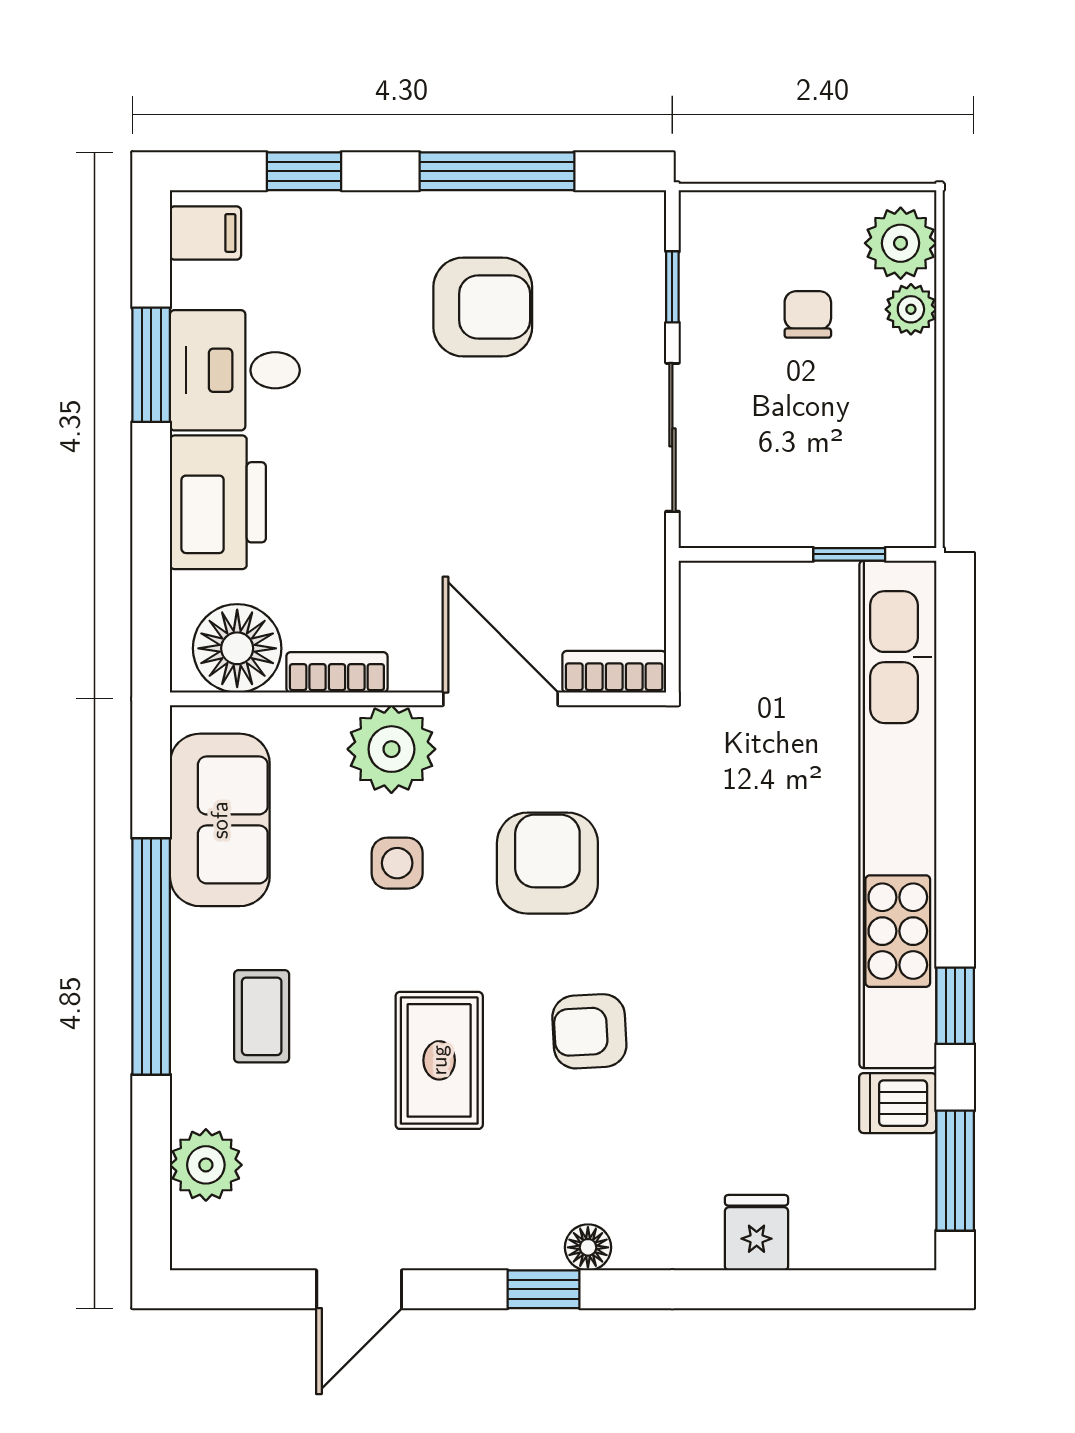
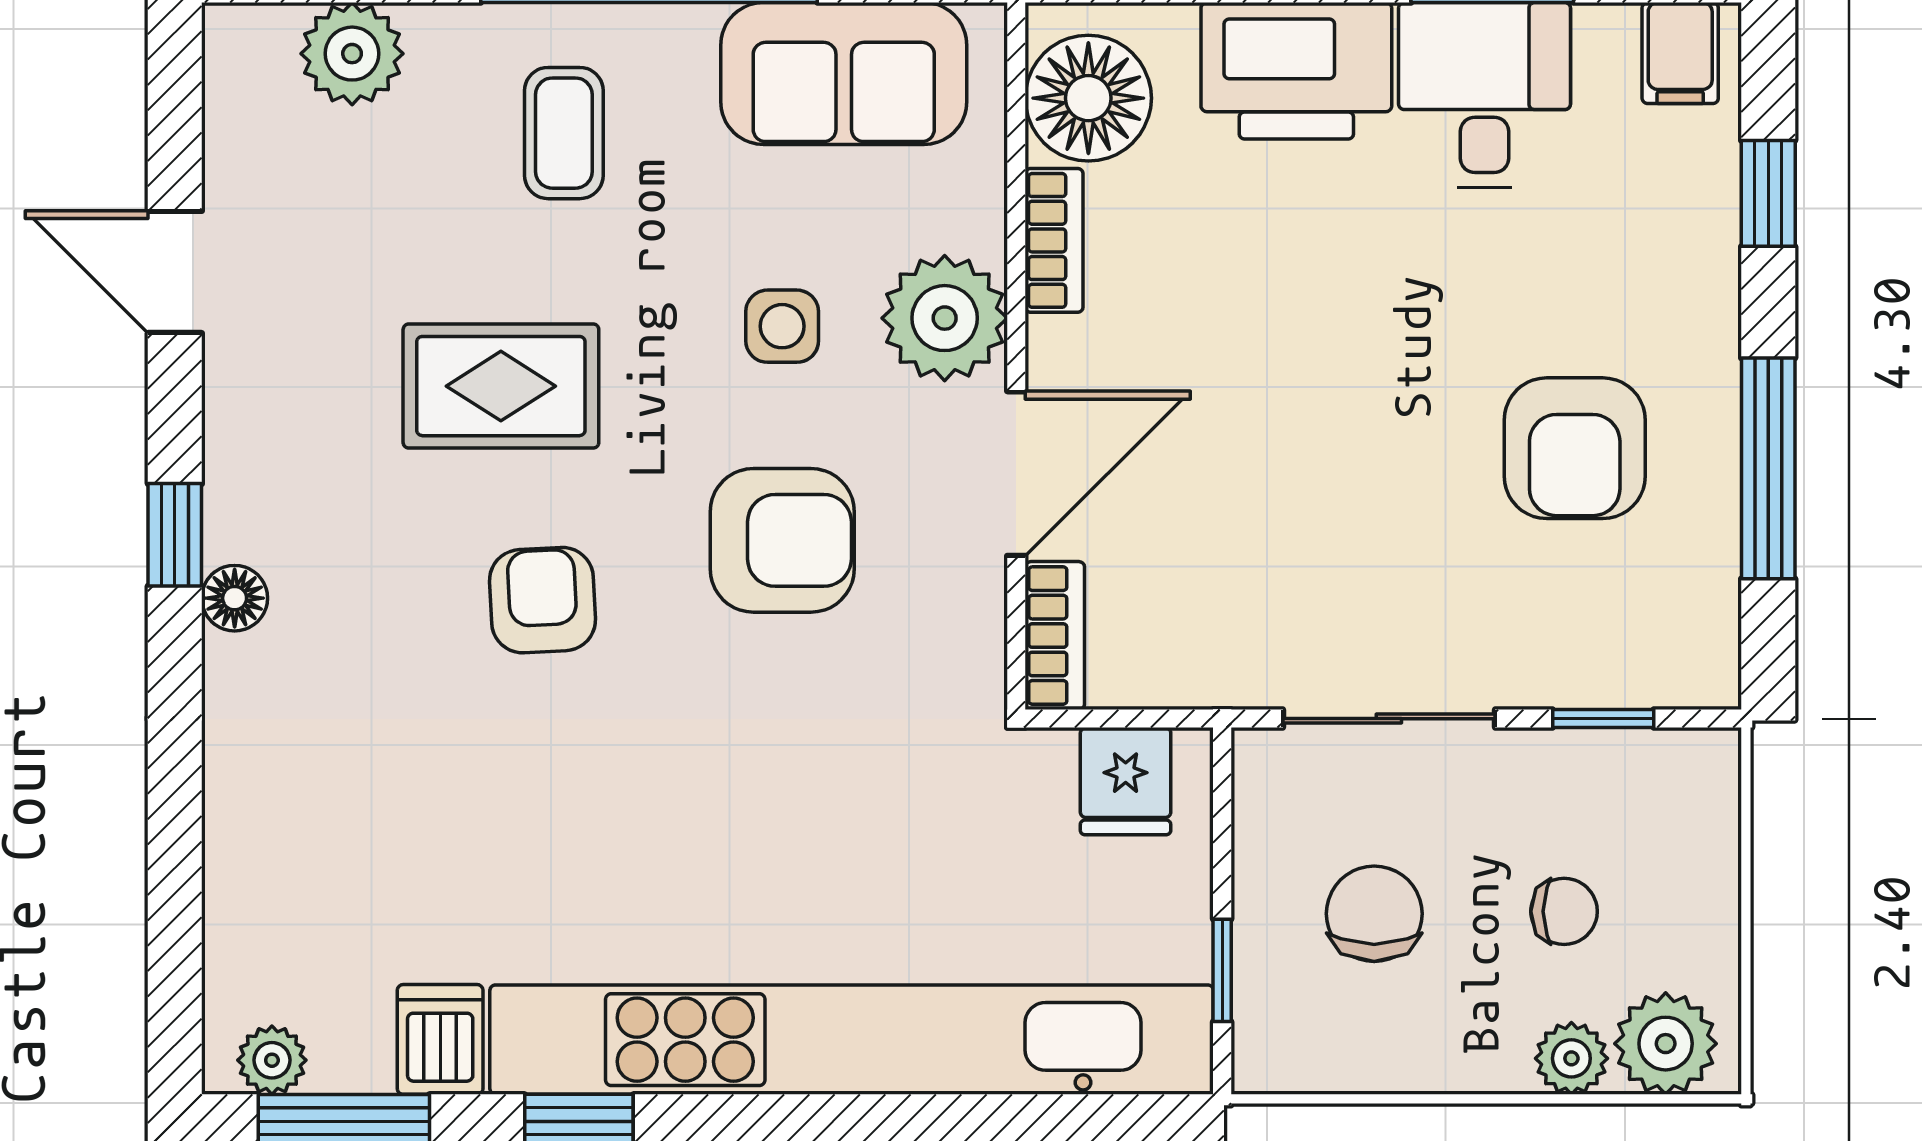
chair: (809, 448) -> (1374, 914), added
coffee table: (262, 1016) -> (564, 133), turned 90
plant: (912, 1221) -> (272, 1060), added
fridge: (757, 1233) -> (1126, 781), moved, turned 90

